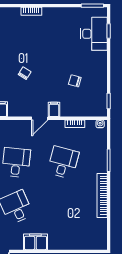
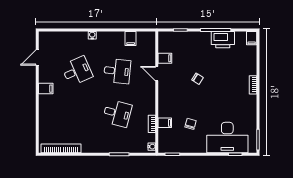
desk: (94, 34) -> (227, 138), width x1.36, depth x1.30
filing cabinet: (54, 109) -> (165, 123), moved
door: (40, 118) -> (157, 74), moved
bookcase: (102, 195) -> (61, 148), moved
filing cabinet: (35, 242) -> (46, 89), width x0.50

